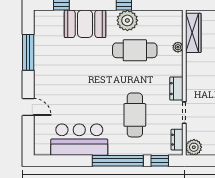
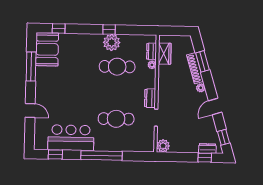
booth: (85, 24) -> (47, 49), moved, turned 90
wardrobe: (193, 33) -> (165, 54), width x0.67
cafe table: (135, 115) -> (116, 119), turned 90
dresser: (177, 140) -> (152, 51), moved
window: (160, 161) -> (55, 154), moved

